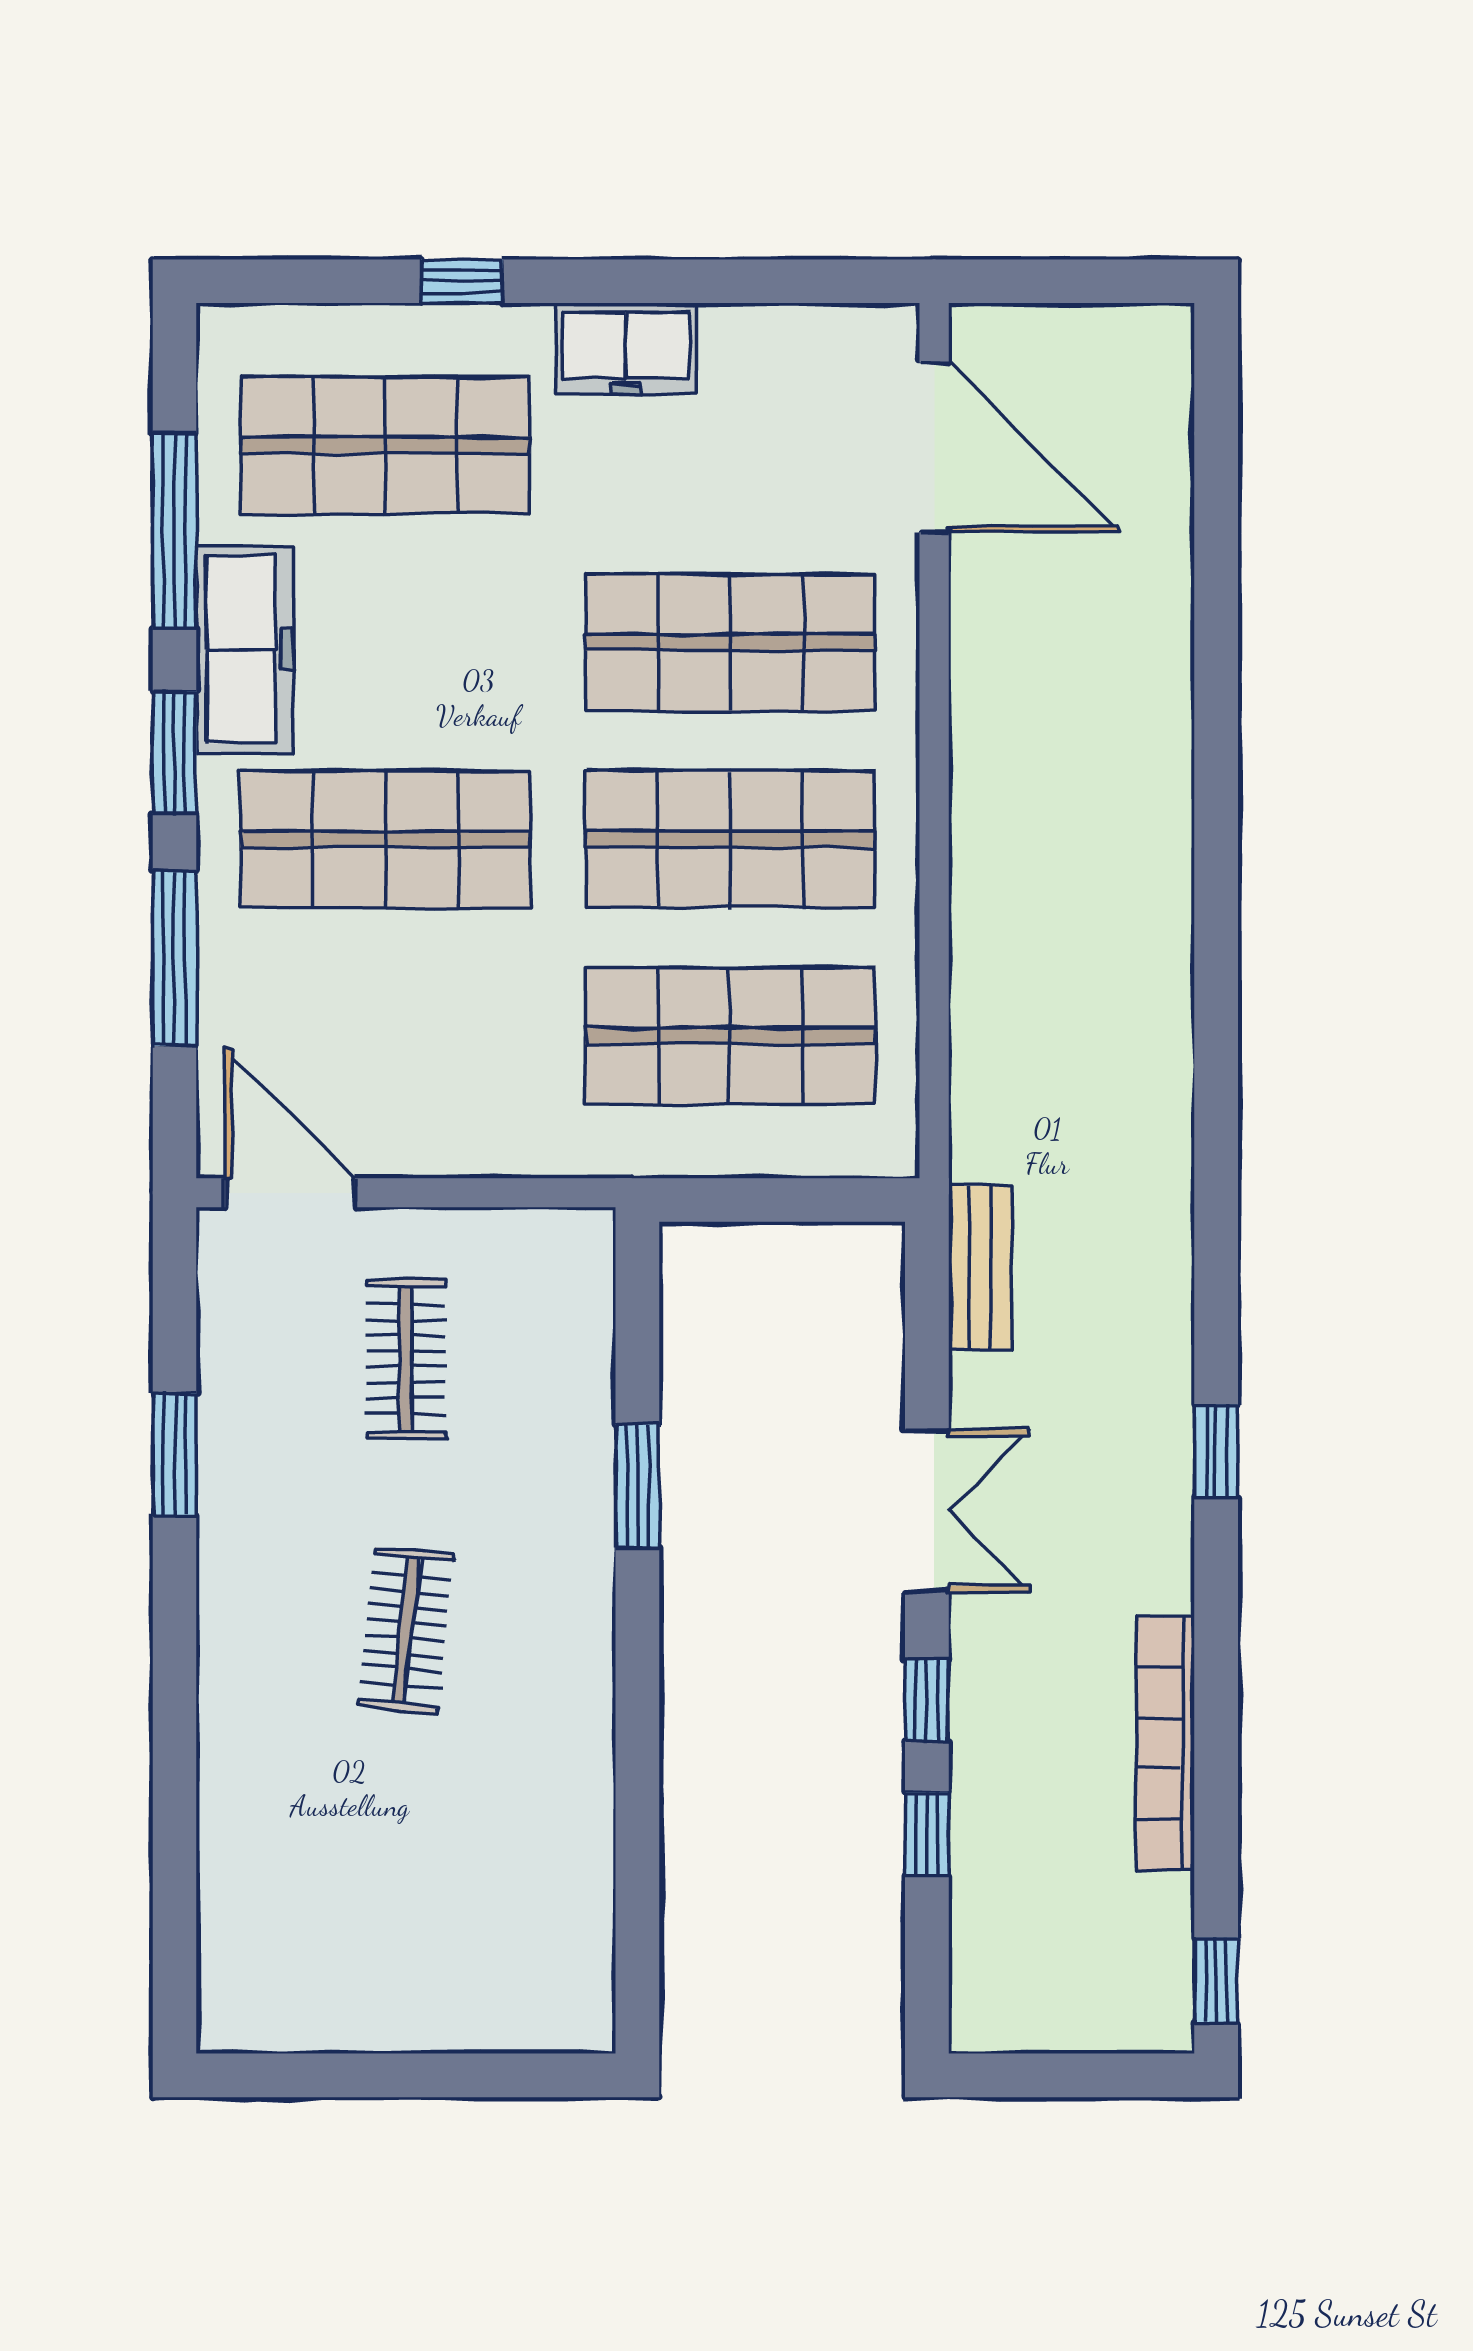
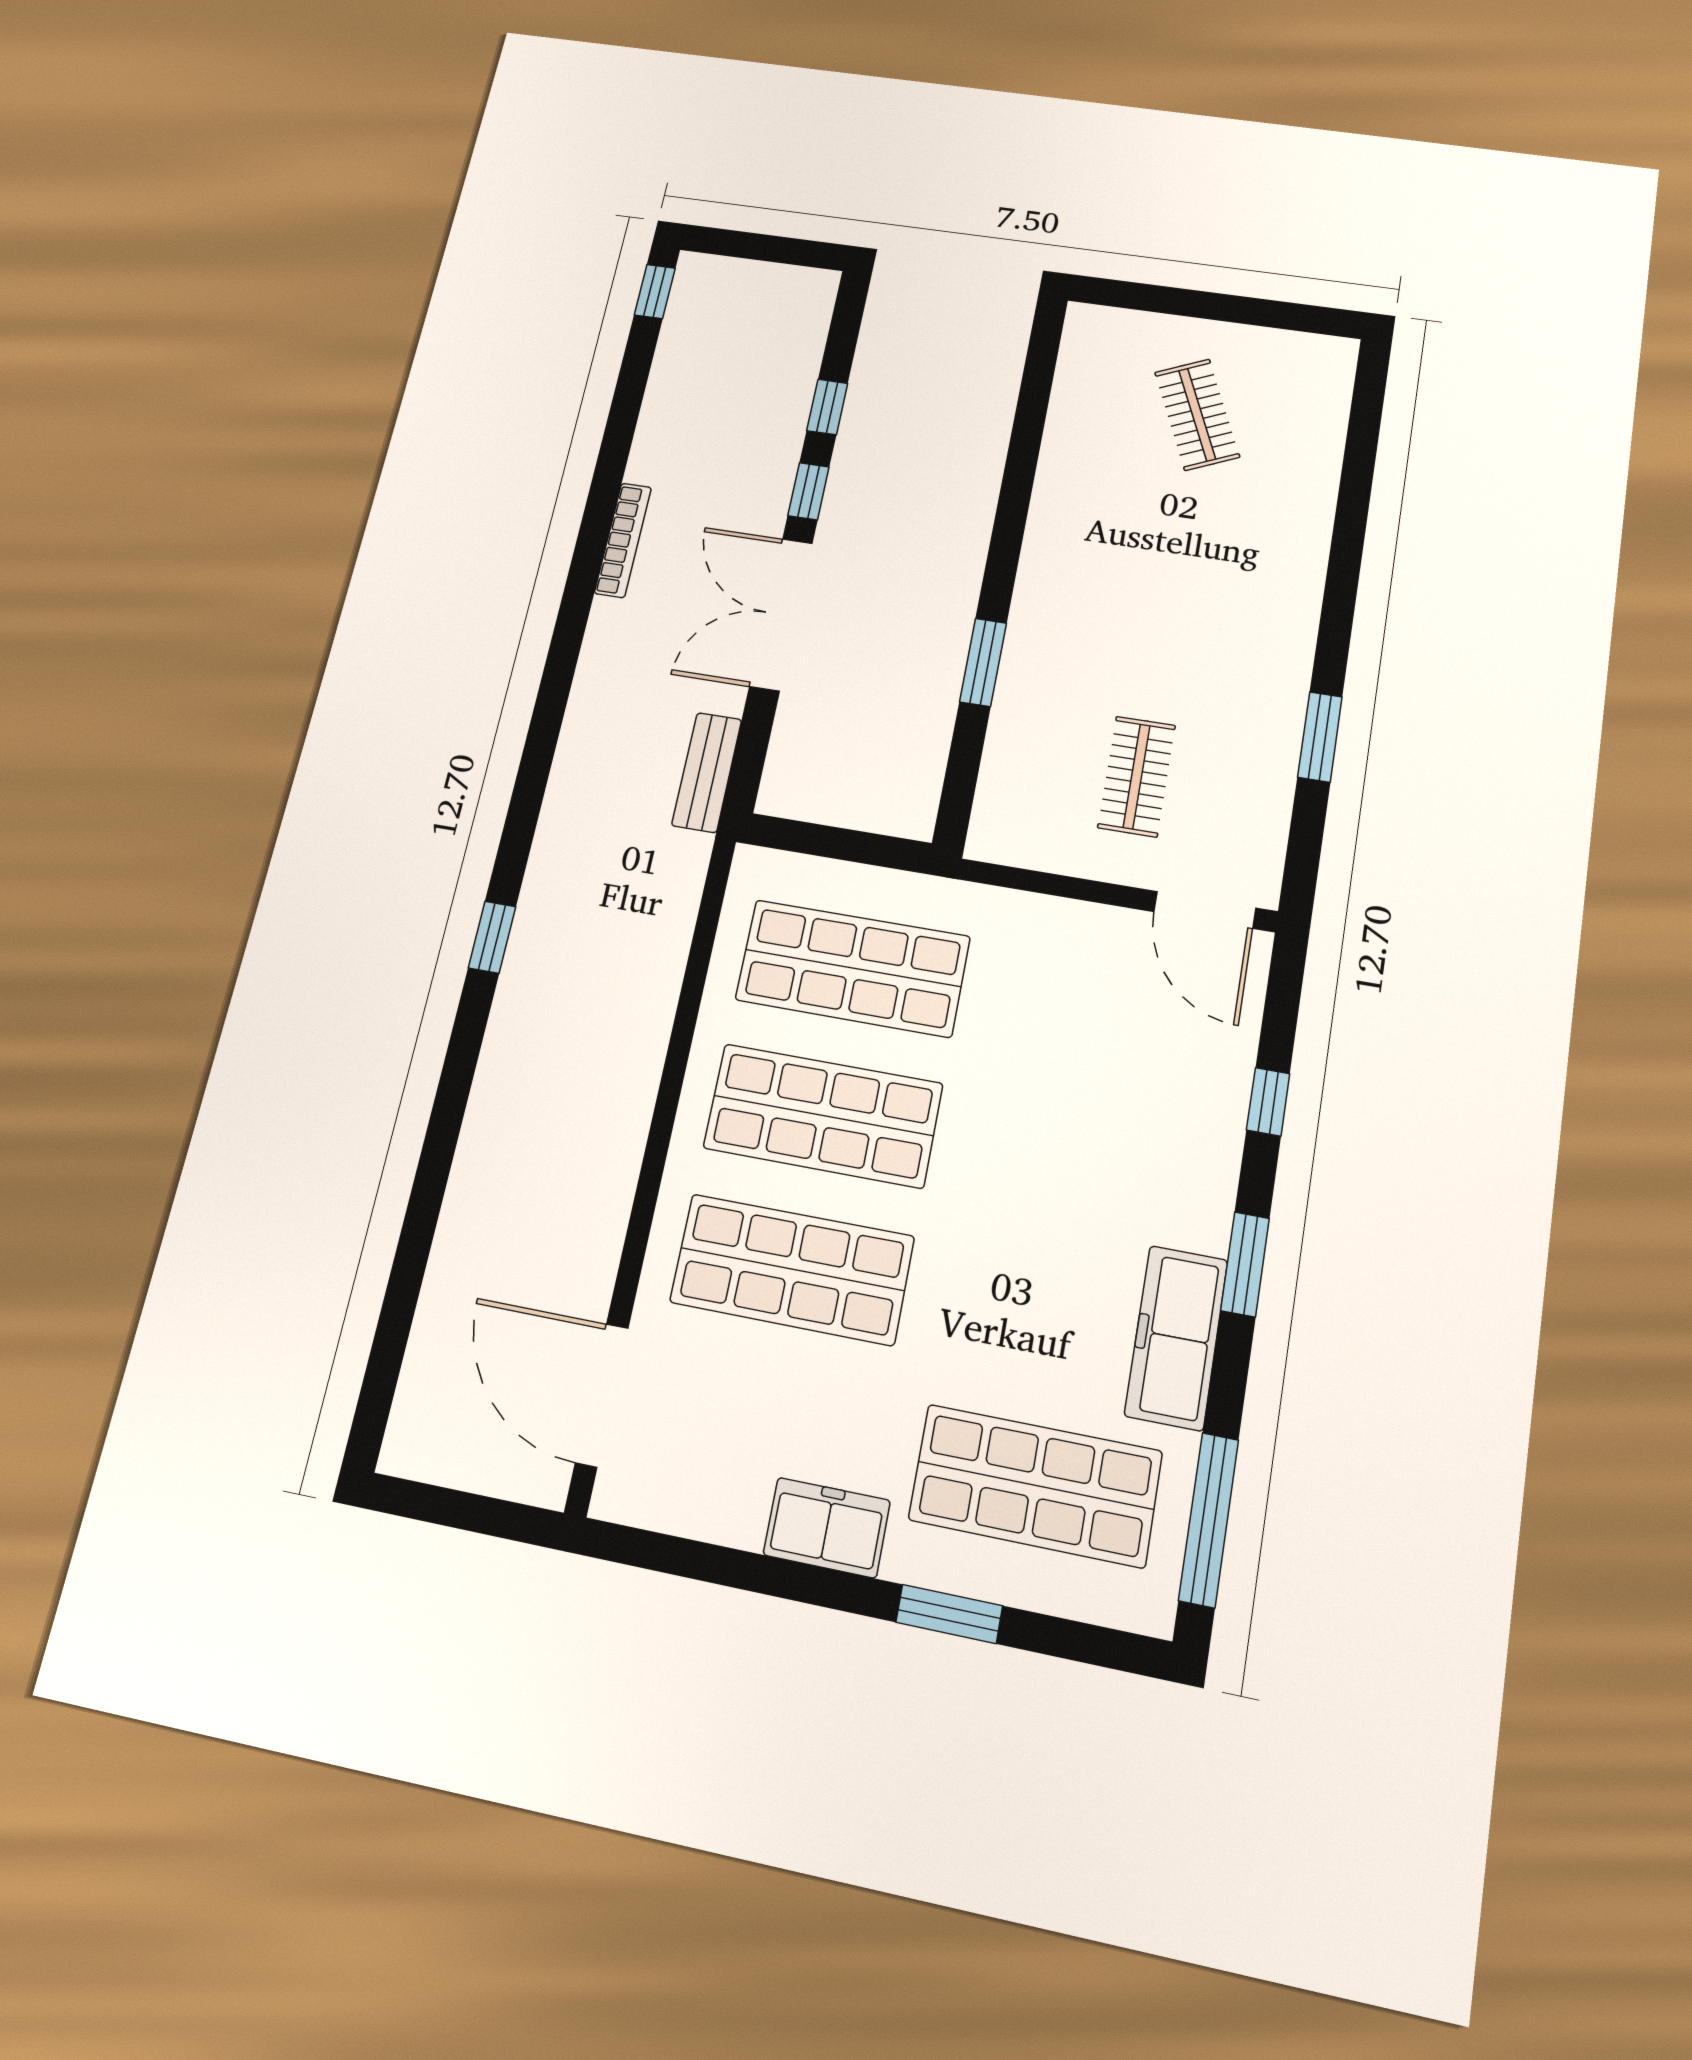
window: (462, 281) -> (949, 1614), width x1.50
window: (174, 531) -> (1209, 1520), moved
shop shelf: (385, 839) -> (1088, 1164), removed
window: (174, 958) -> (1268, 1102), width x0.46
window: (1216, 1451) -> (492, 937), moved
double door: (927, 1511) -> (781, 614), width x1.37
clothes rail: (406, 1630) -> (1197, 415), moved, turned -30
bookcase: (1166, 1743) -> (623, 540), moved, width x0.68, depth x0.76

